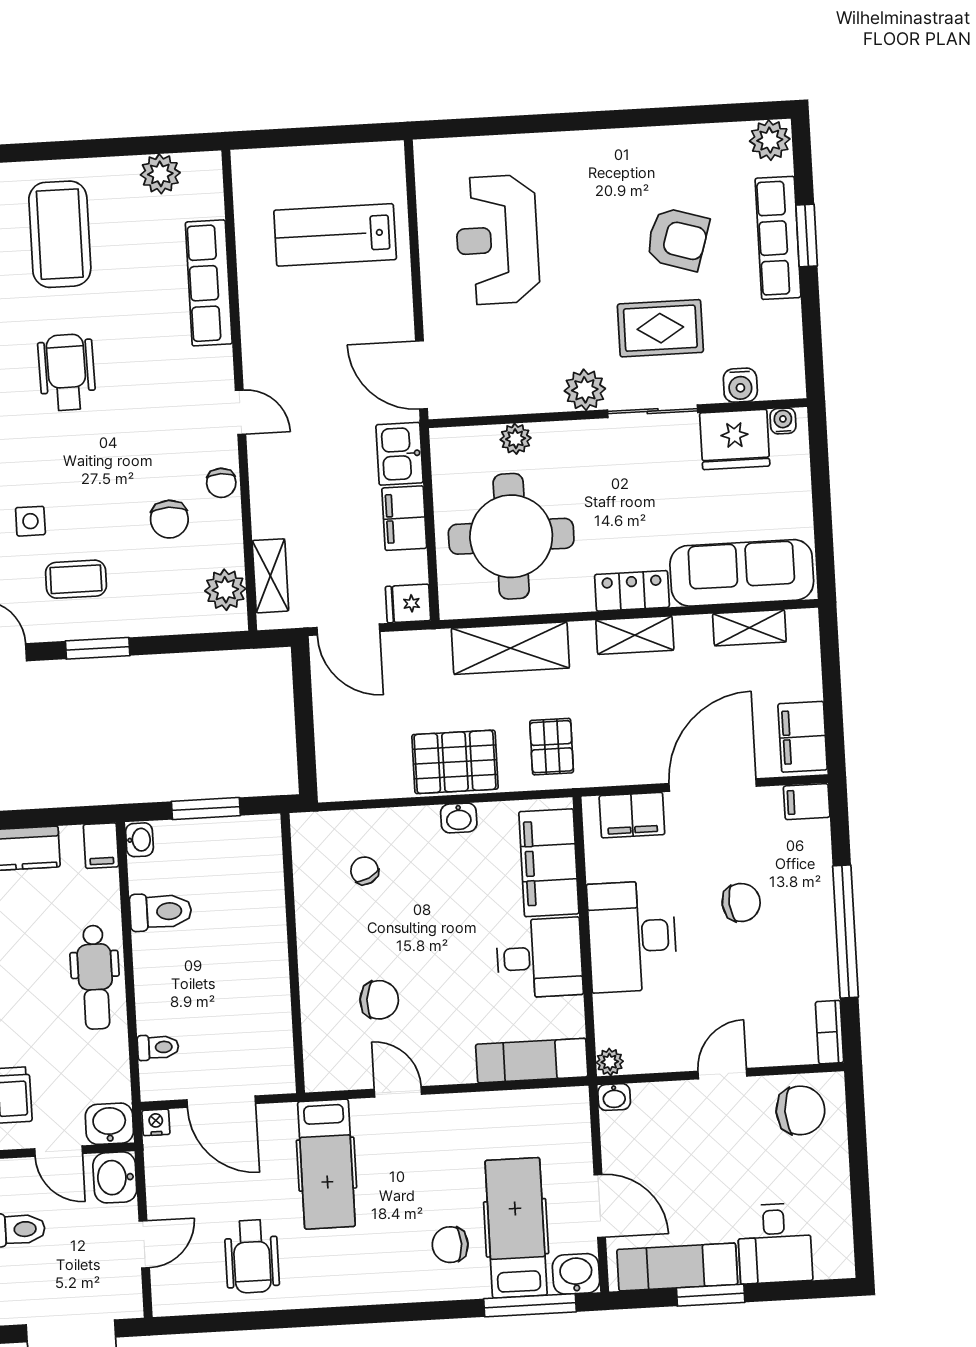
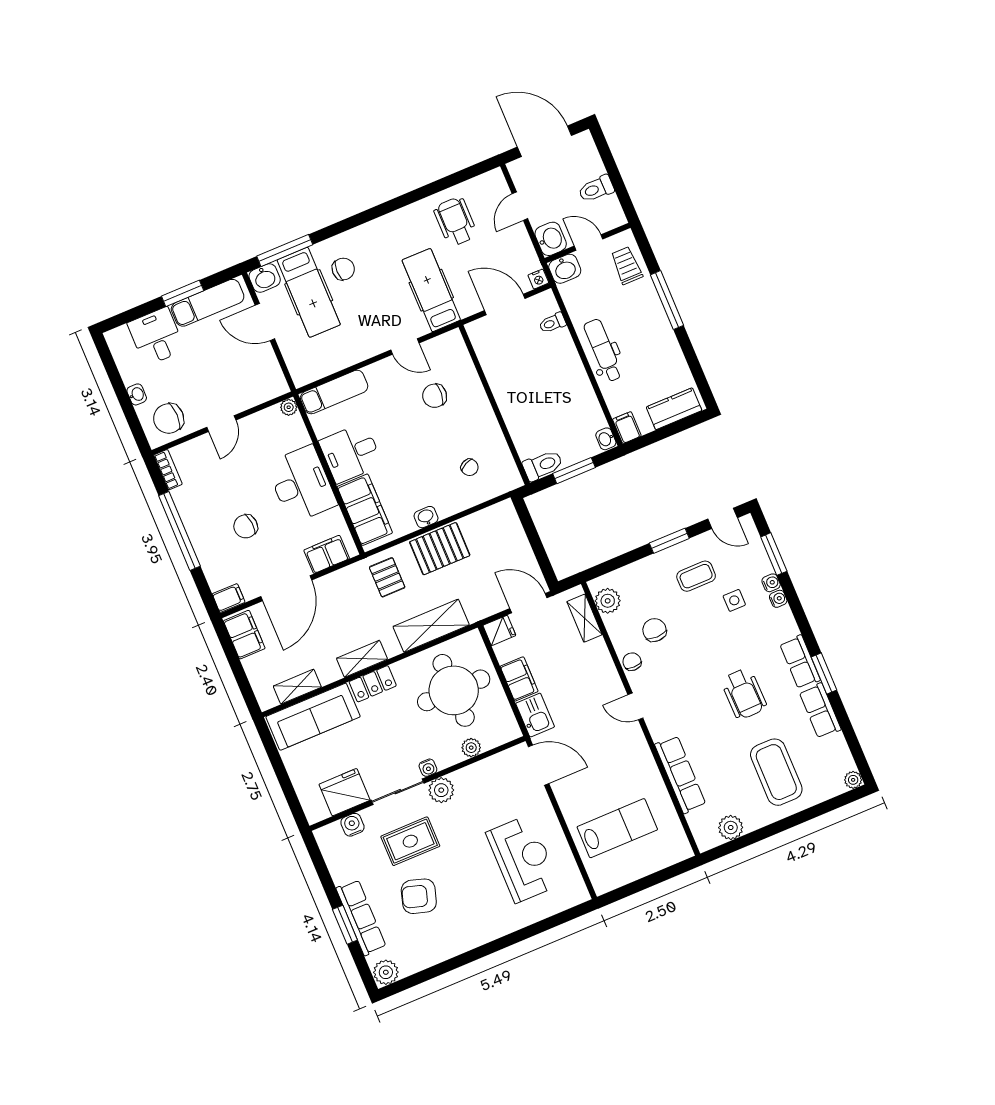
water cooler: (783, 421) -> (428, 768), moved
toilet: (161, 912) -> (543, 465), moved, turned 180
washbasin: (614, 1097) -> (137, 394), moved, turned 90

